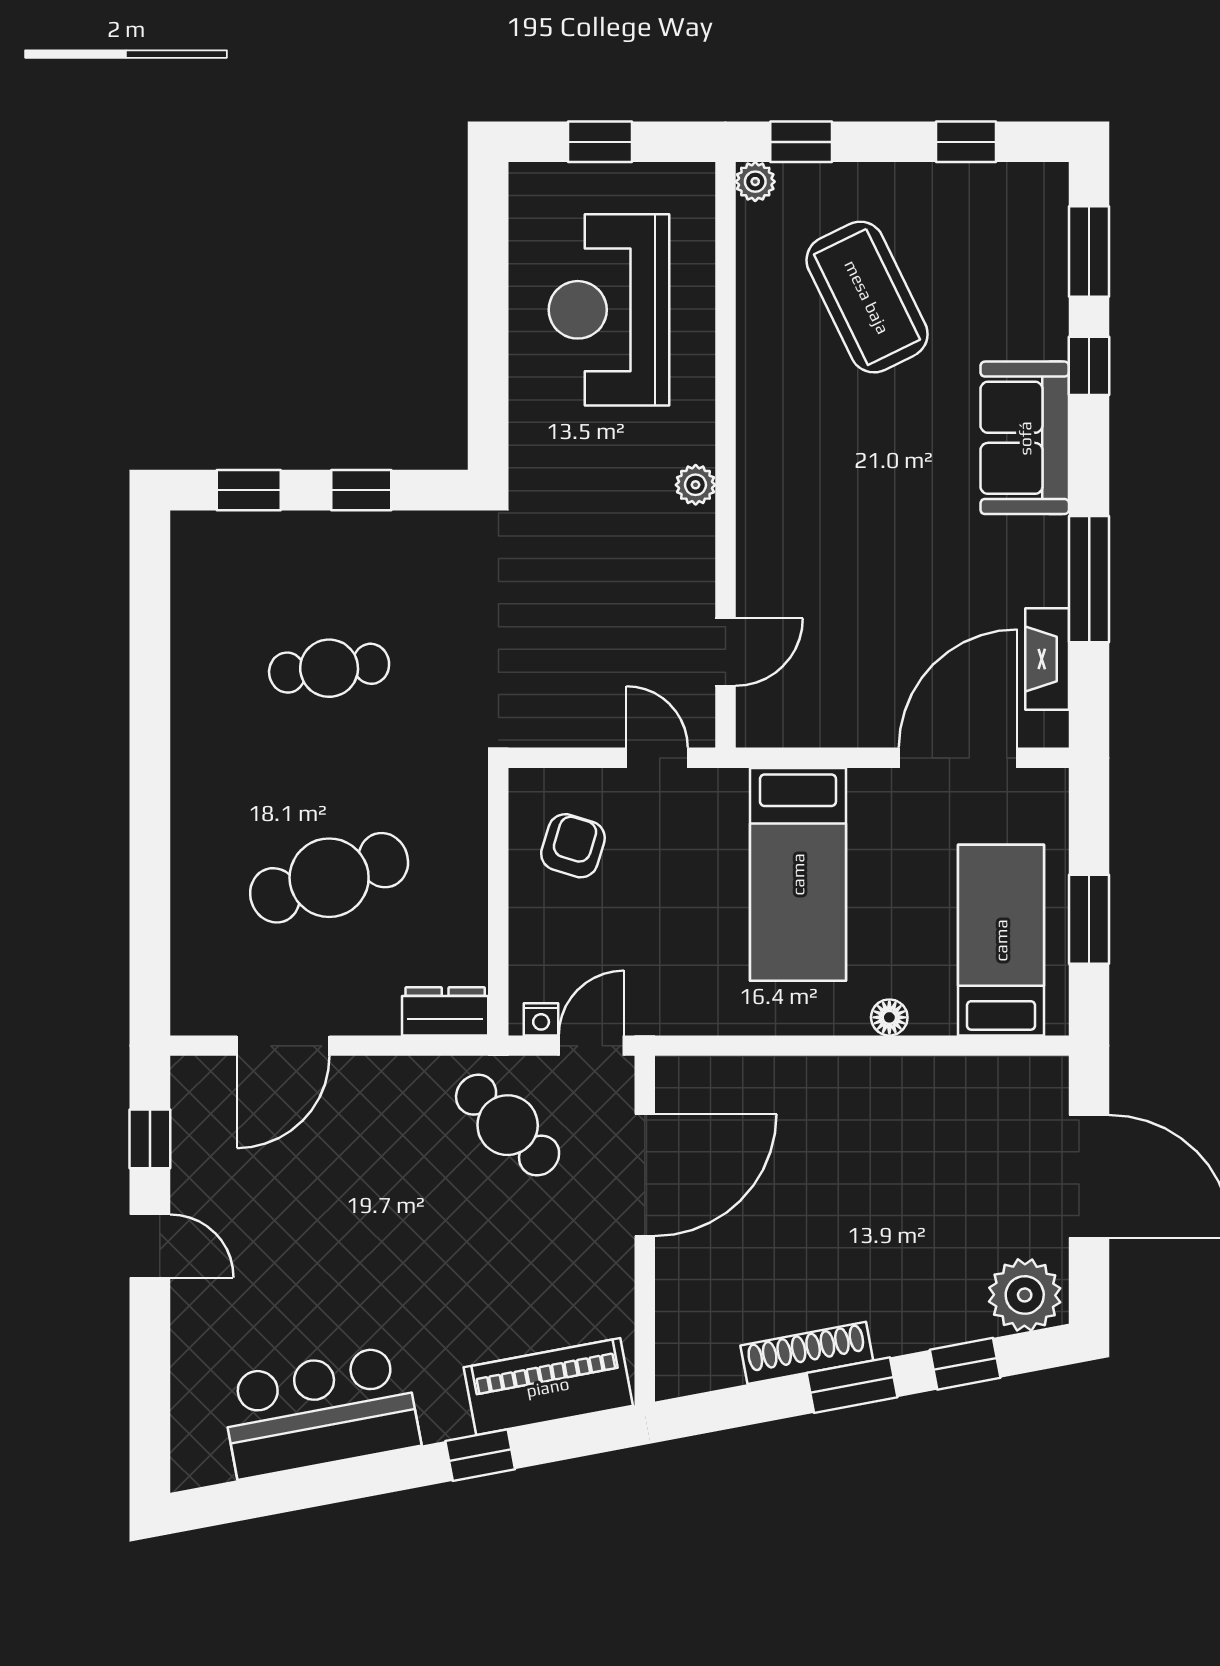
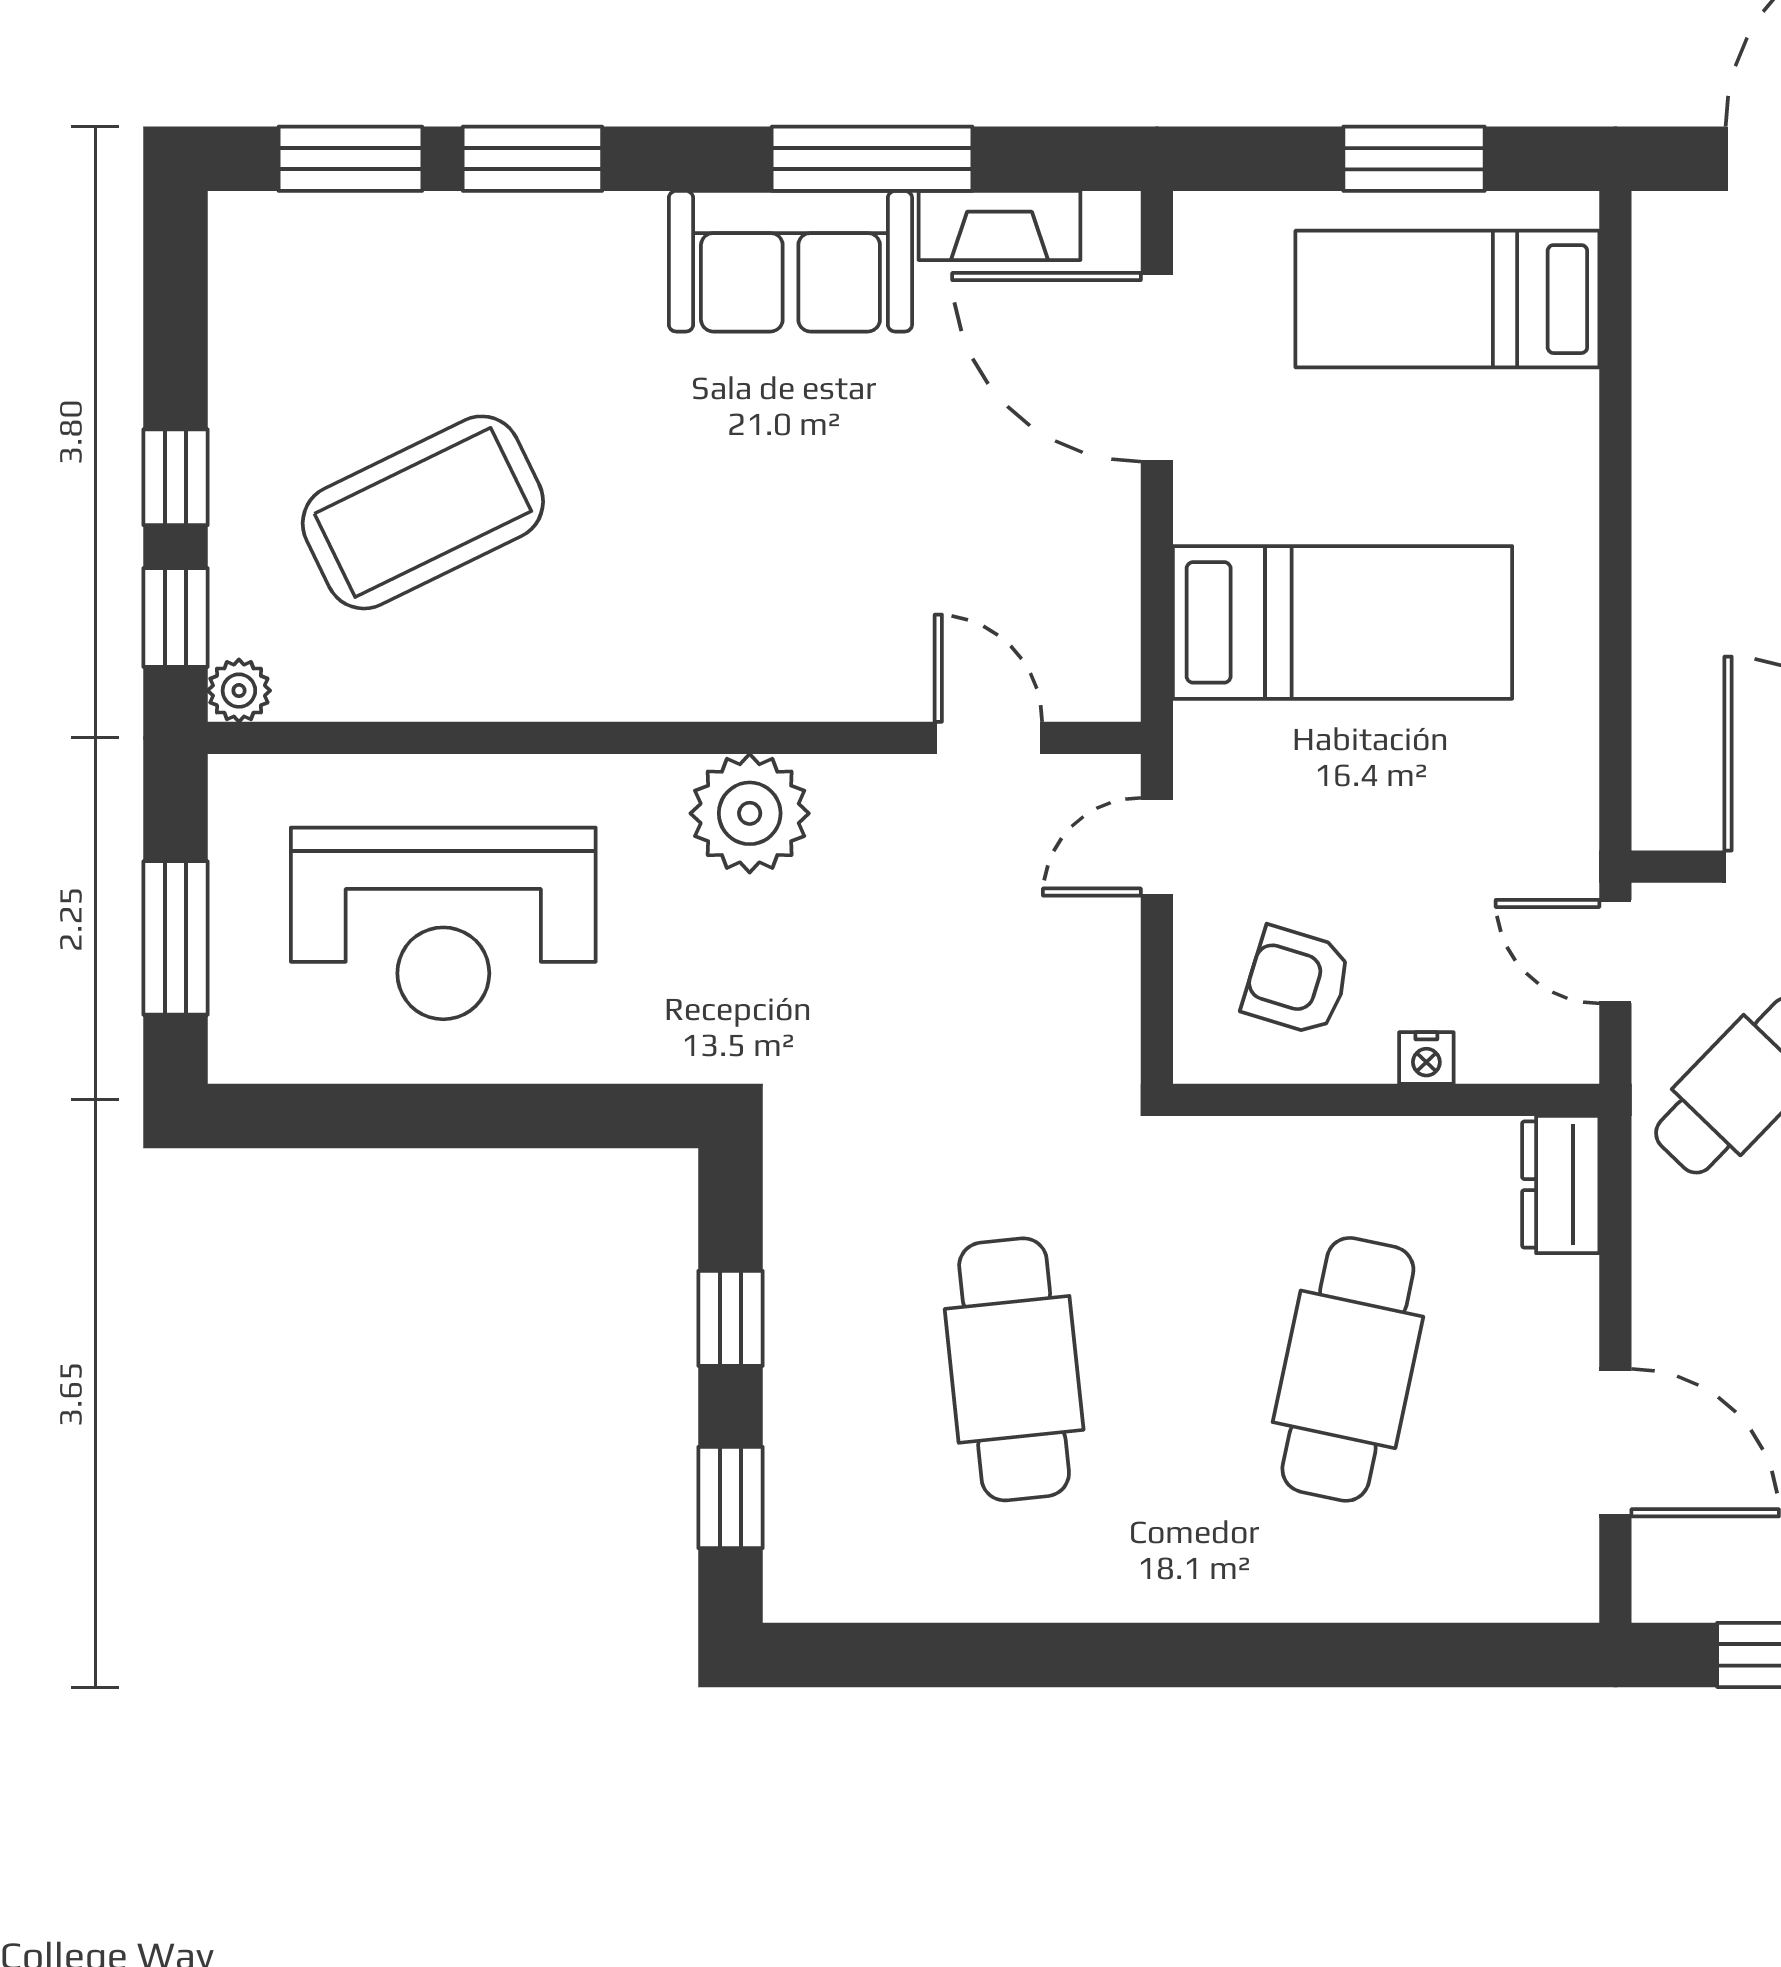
window: (600, 142) -> (175, 938), width x1.50
window: (966, 142) -> (175, 477), moved
window: (1089, 366) -> (532, 159), width x1.50
sofa: (1025, 438) -> (790, 261), moved
plant: (696, 485) -> (750, 813), width x1.88, depth x1.88
cafe table: (329, 668) -> (1014, 1369), width x1.37, depth x1.35
cafe table: (329, 878) -> (1348, 1369), turned 30
floor lamp: (889, 1017) -> (1570, 477), removed
nightstand: (541, 1019) -> (1426, 1058), moved, turned 90

